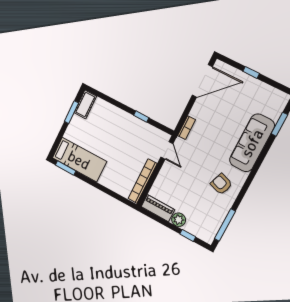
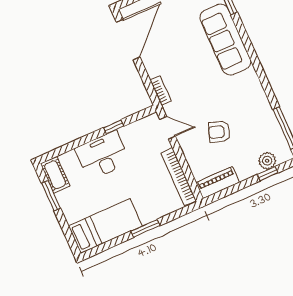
desk: (119, 124) -> (102, 155), added
window: (66, 168) -> (145, 228), moved
armchair: (221, 184) -> (219, 132), moved
plant: (179, 220) -> (267, 161), moved

